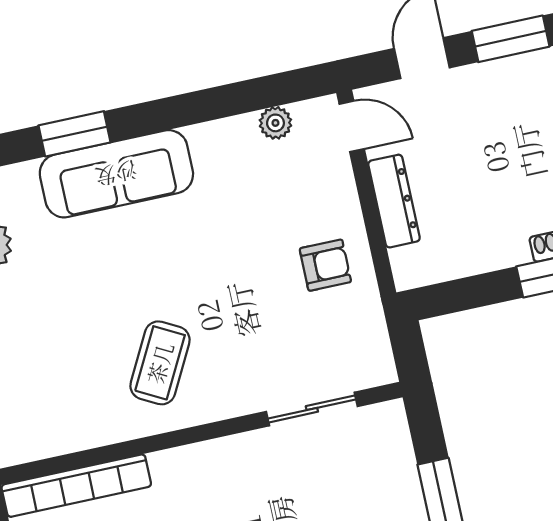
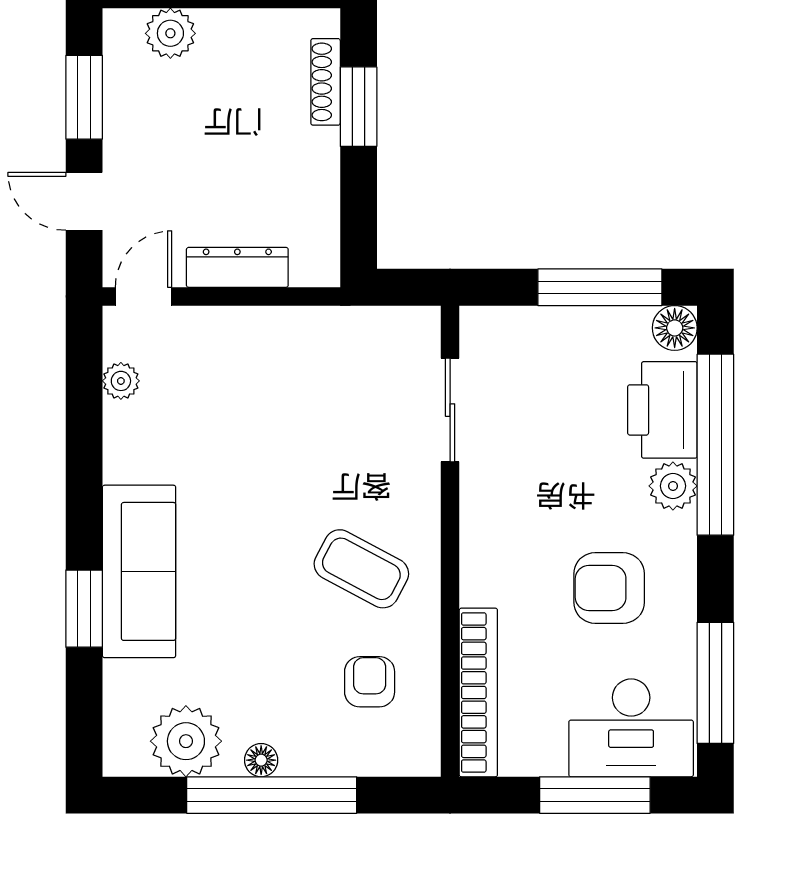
armchair: (325, 265) -> (370, 682), moved

